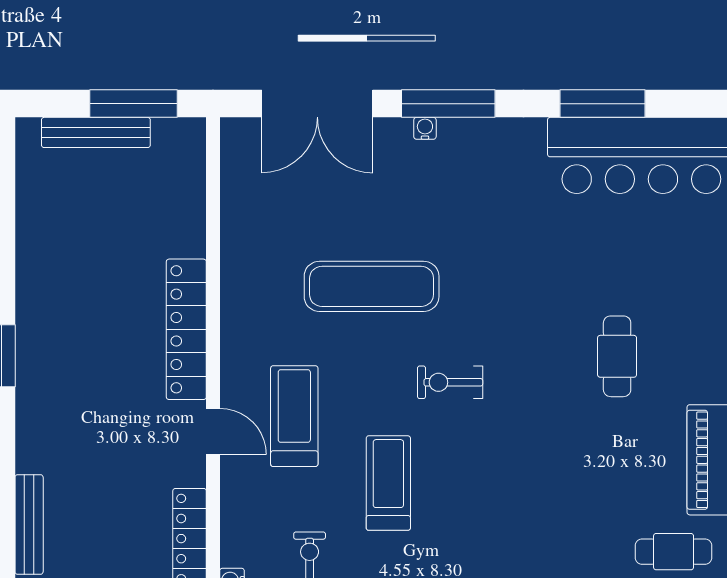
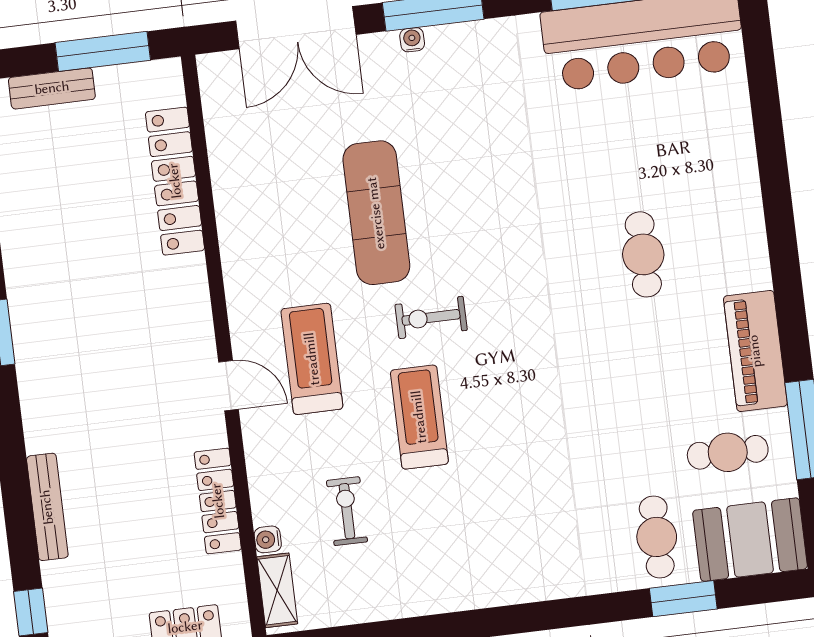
bench: (96, 132) -> (52, 88), width x0.73
exercise mat: (372, 286) -> (376, 213), turned 90
locker: (186, 329) -> (175, 181), moved
exercise bike: (450, 382) -> (431, 317), moved

